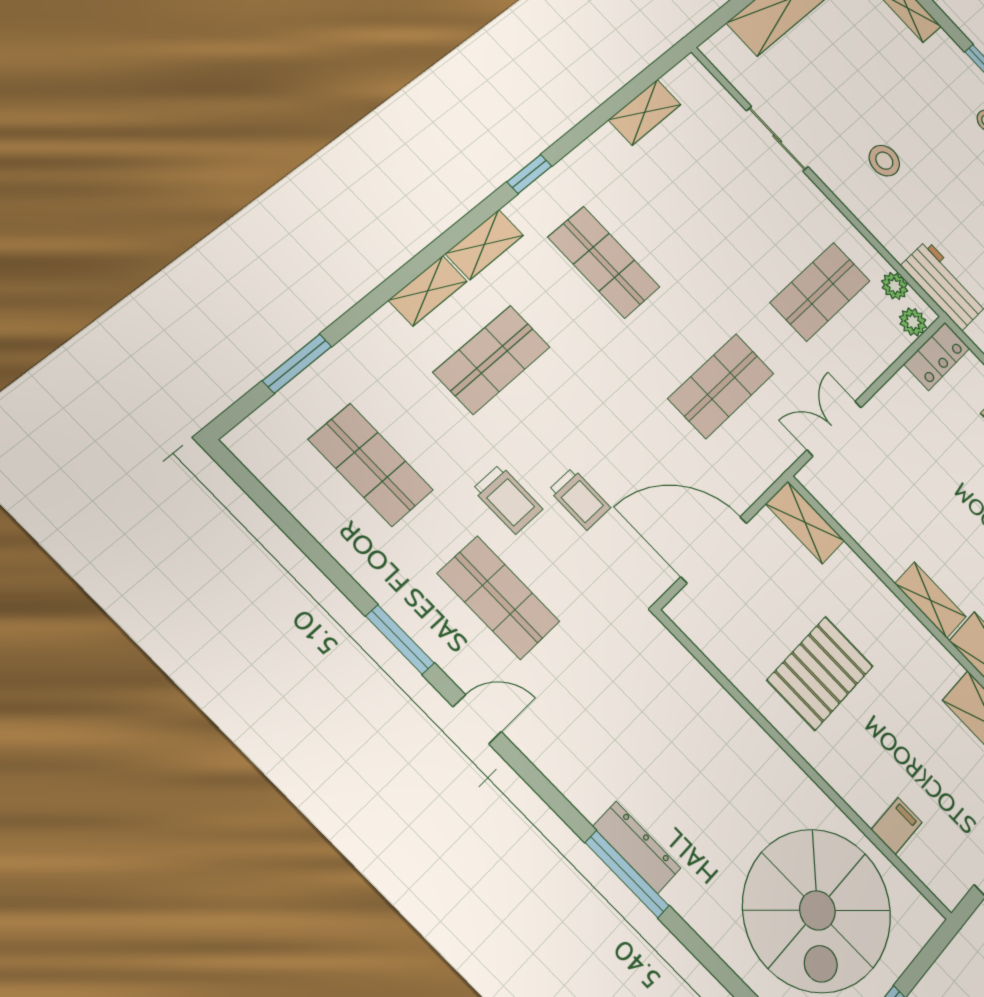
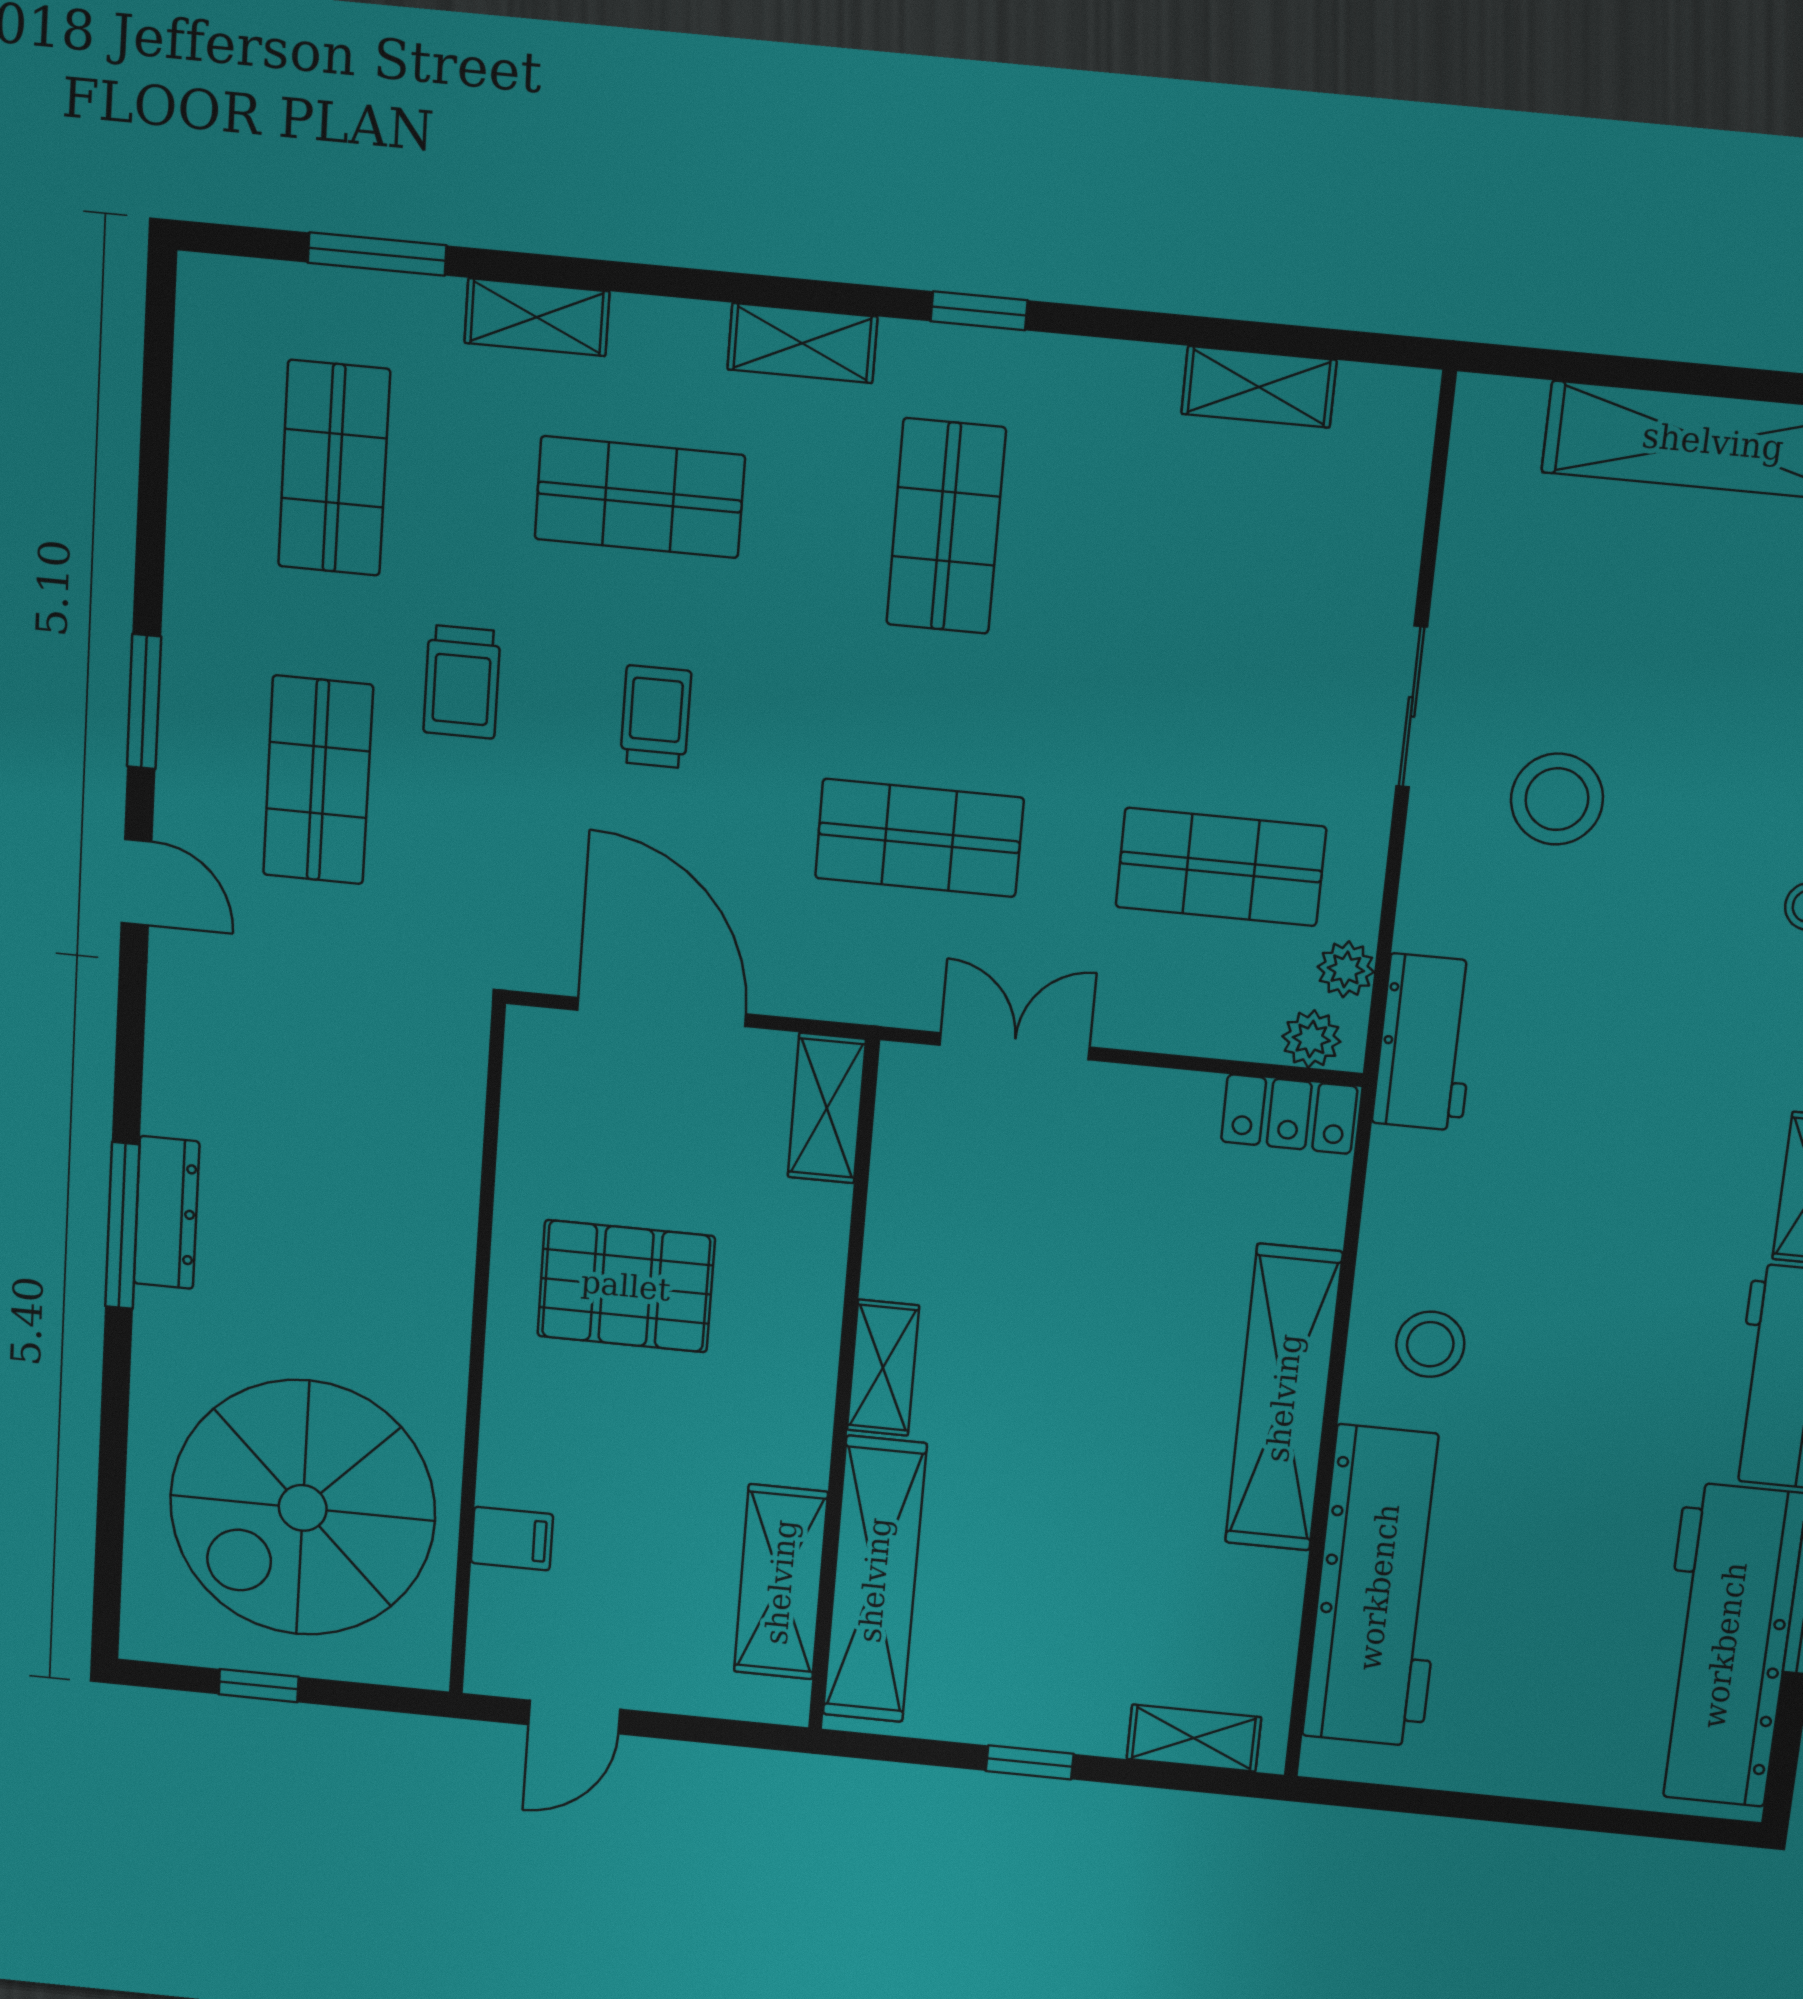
sliding door: (777, 139) -> (1412, 707), moved
stool: (884, 161) -> (1557, 799), width x1.38, depth x1.38
shelving: (428, 291) -> (537, 317), moved
trolley: (580, 499) -> (656, 717), moved, turned 180

